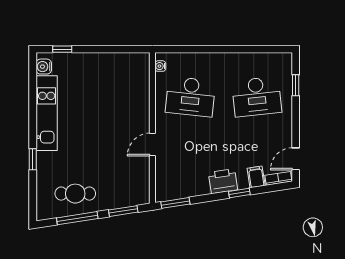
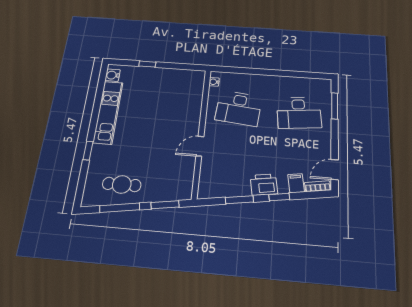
window: (62, 49) -> (147, 64), moved
window: (296, 85) -> (335, 106), width x1.50
window: (175, 203) -> (239, 200), moved

